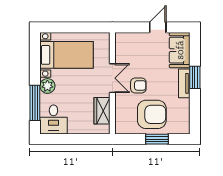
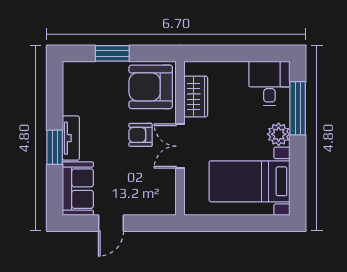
armchair: (152, 114) -> (151, 87), moved

